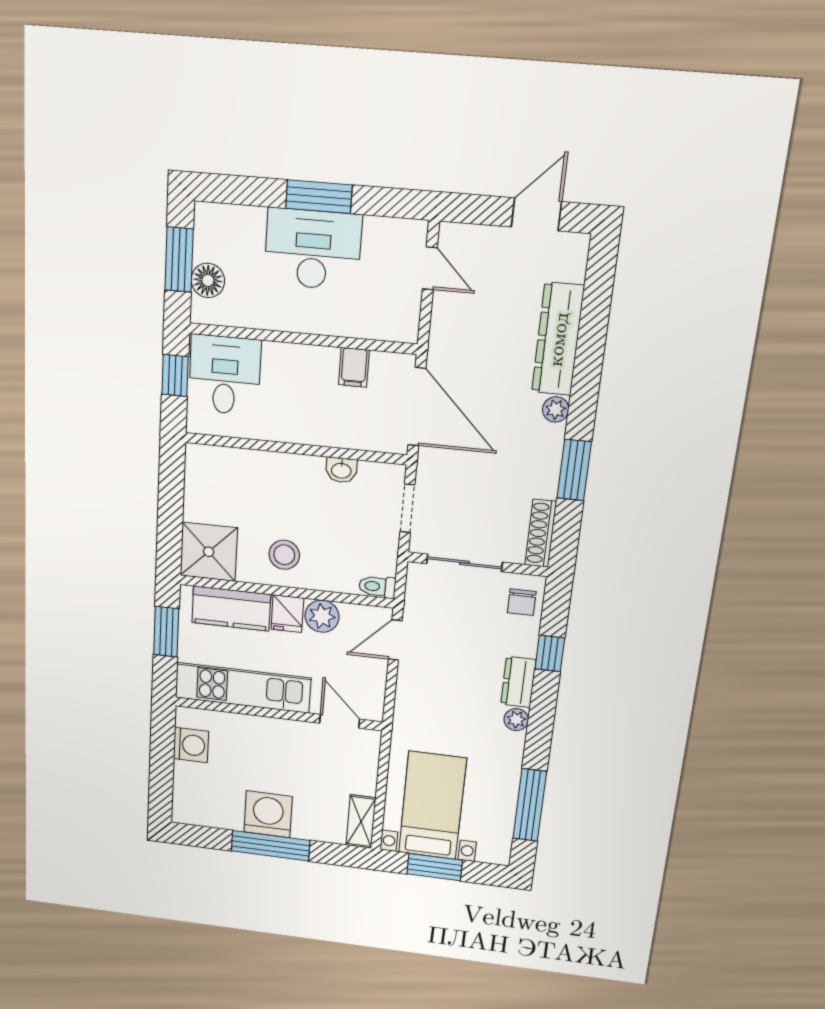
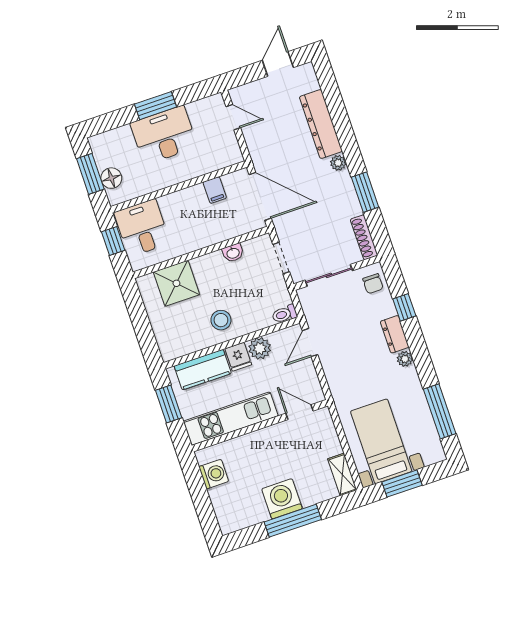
shower: (209, 552) -> (176, 283), moved

